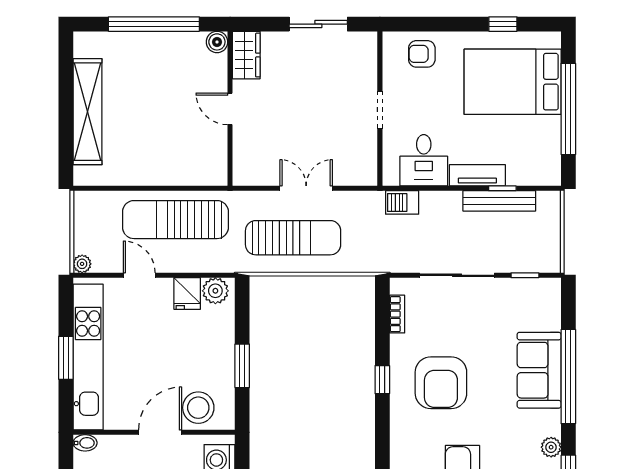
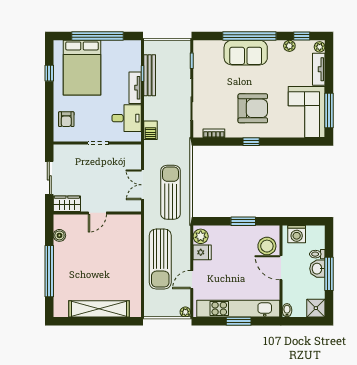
wardrobe: (246, 55) -> (67, 204), moved
door: (230, 109) -> (97, 213), moved
wall: (230, 109) -> (97, 213), moved

